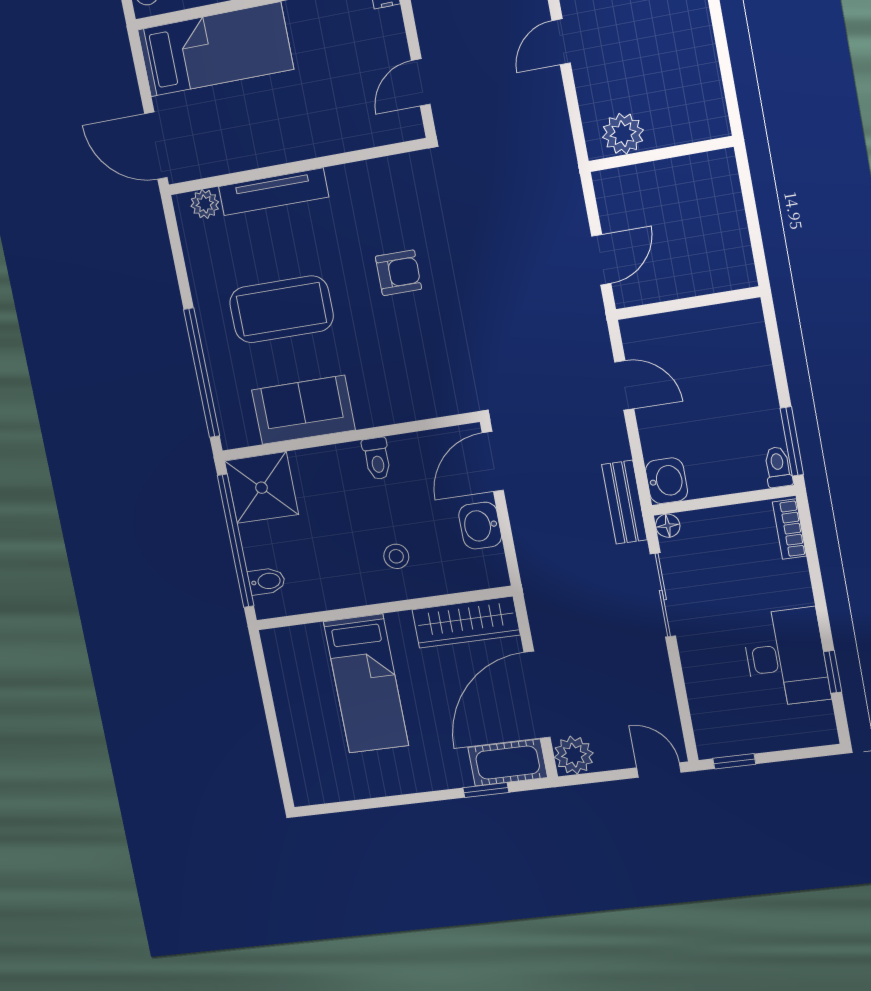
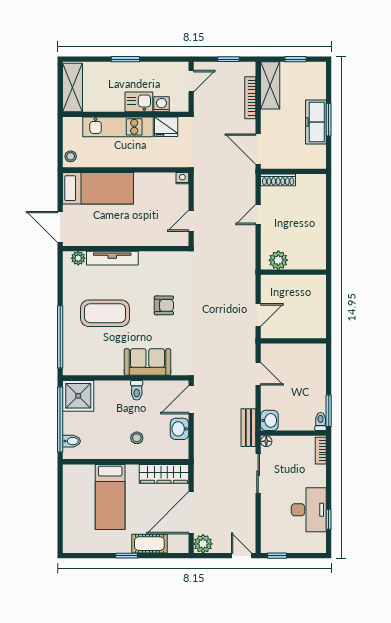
sofa: (303, 410) -> (147, 362), moved
cot: (508, 763) -> (149, 544), moved
window: (486, 790) -> (127, 556), moved

